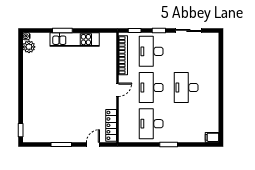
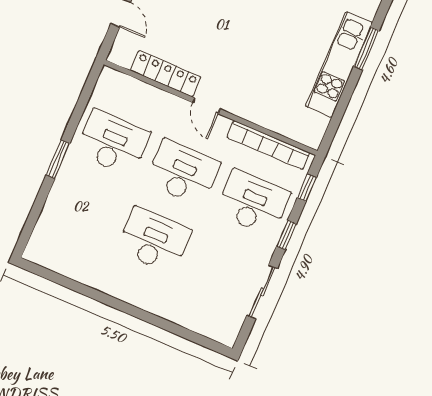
locker: (111, 125) -> (166, 74), moved
filing cabinet: (212, 137) -> (36, 249), removed

